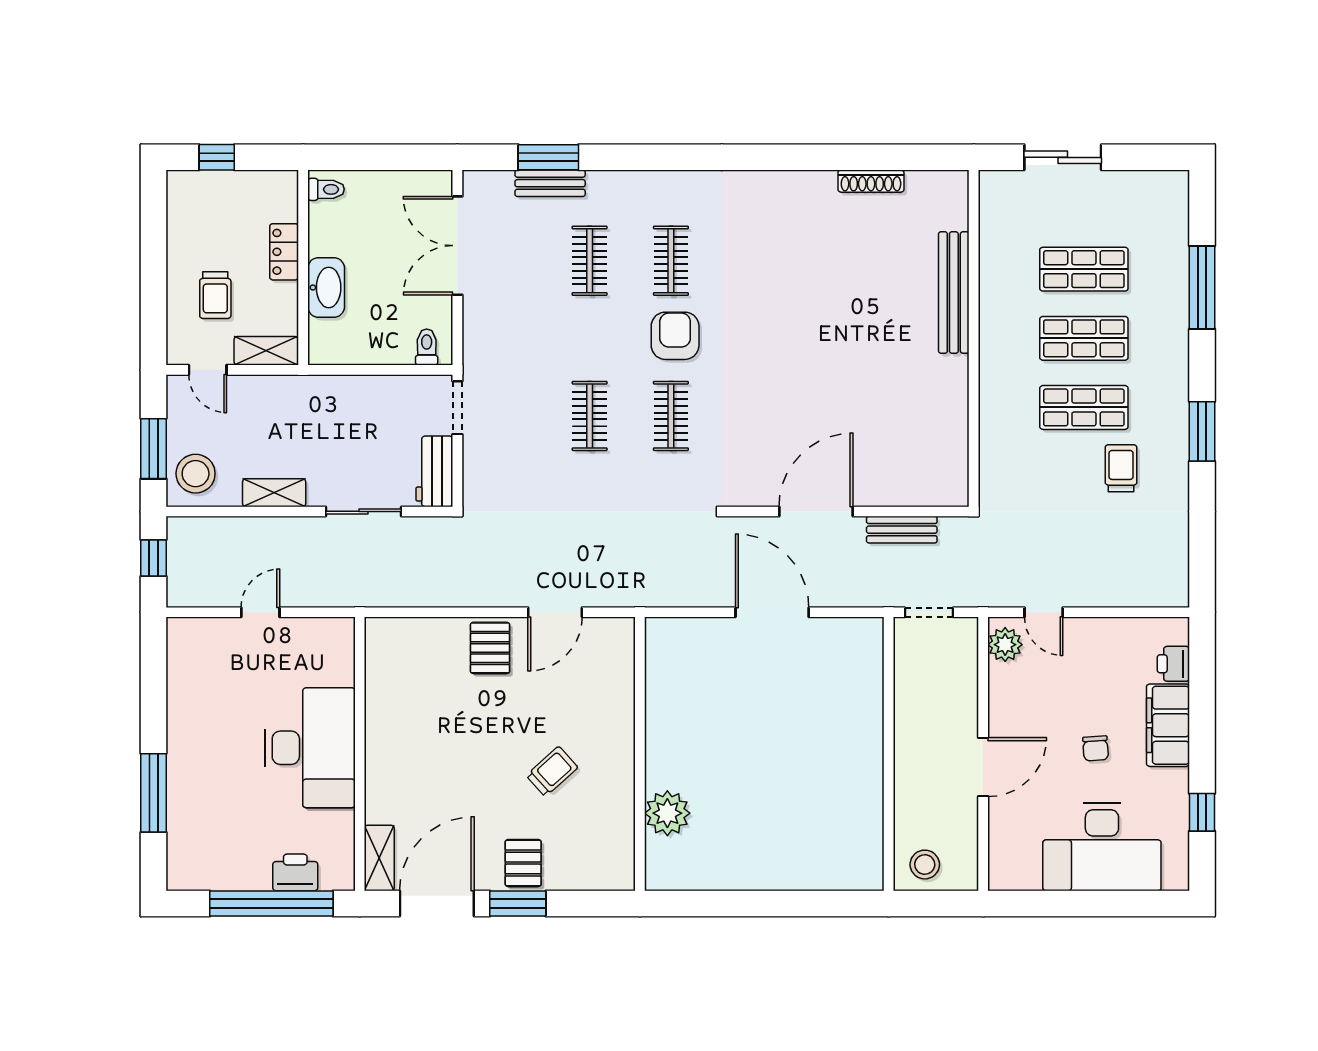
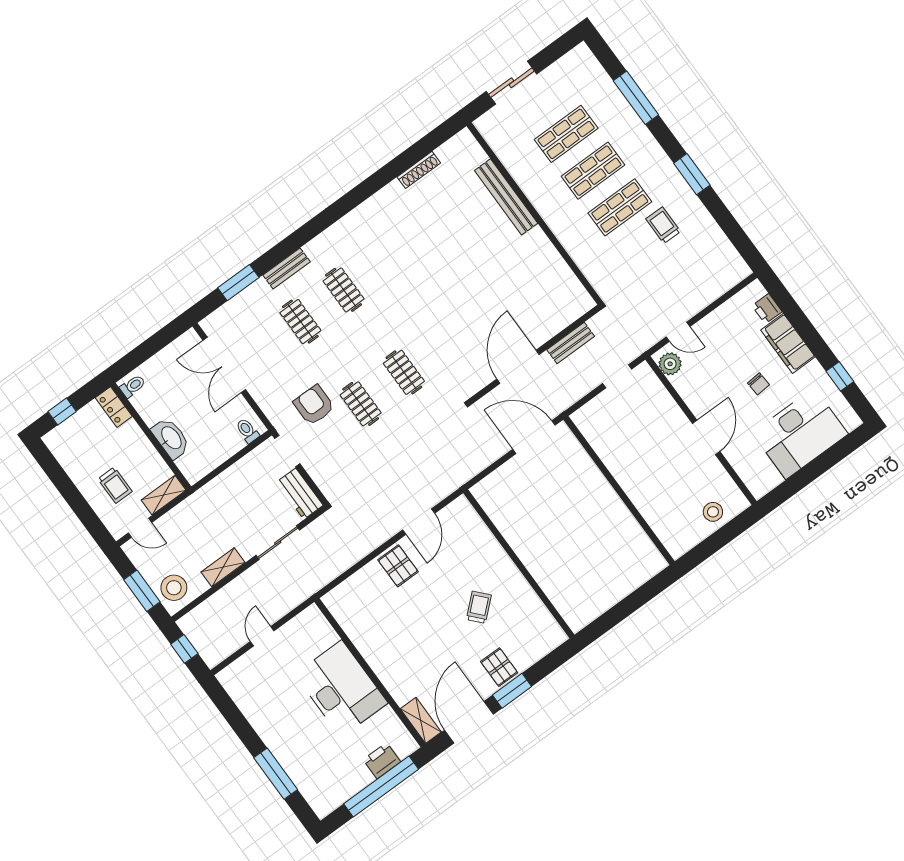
bench: (550, 183) -> (287, 268), moved
locker: (284, 252) -> (114, 407), moved
armchair: (675, 336) -> (314, 405), moved
wall: (889, 754) -> (619, 490), moved
plant: (667, 813) -> (556, 585), removed

